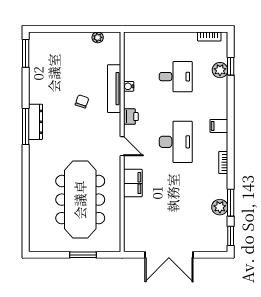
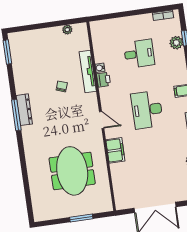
printer: (131, 117) -> (104, 80), moved
desk: (176, 142) -> (147, 110), turned 180
meeting table: (80, 200) -> (72, 171), width x0.73

